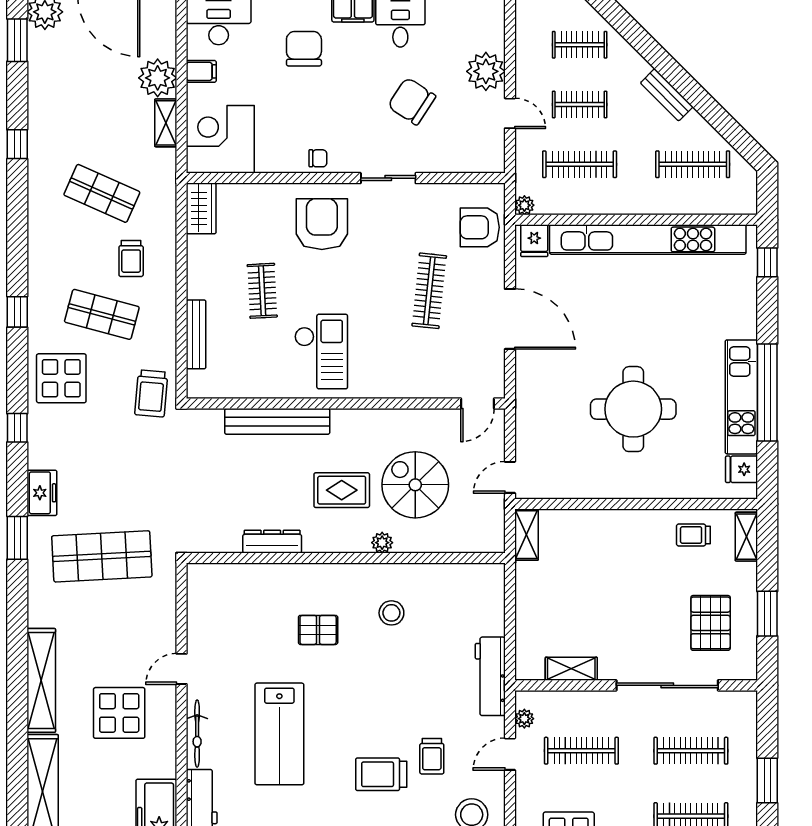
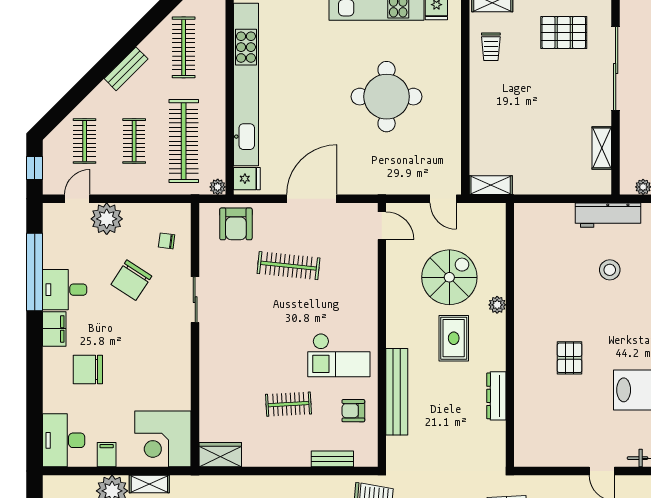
door: (510, 113) -> (77, 199), moved
chair: (318, 158) -> (167, 241), moved, turned -83
clothes rail: (580, 164) -> (184, 141), width x1.37, depth x1.31
armchair: (322, 224) -> (353, 411), moved, width x0.53, depth x0.53
bench: (196, 334) -> (332, 459), width x0.73
checkout: (321, 352) -> (339, 355), turned 180
spiral stairs: (415, 485) -> (449, 277), turned 180
stool: (391, 613) -> (610, 270), moved

